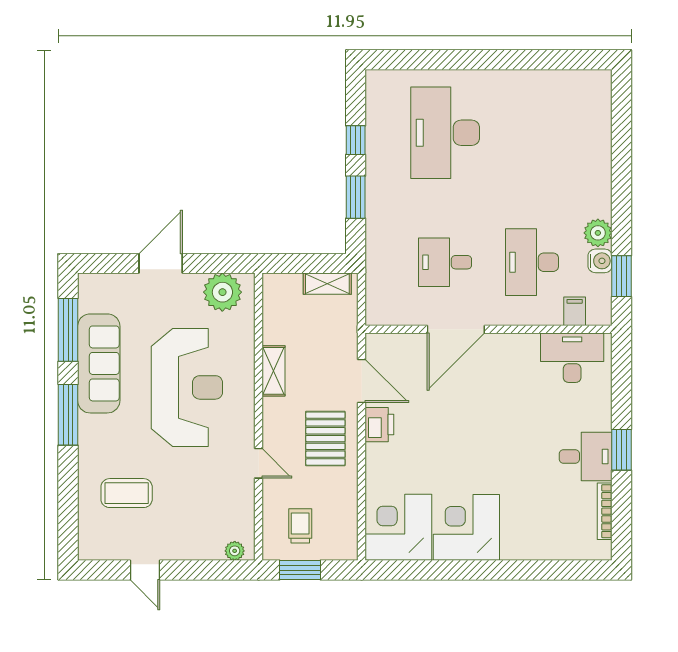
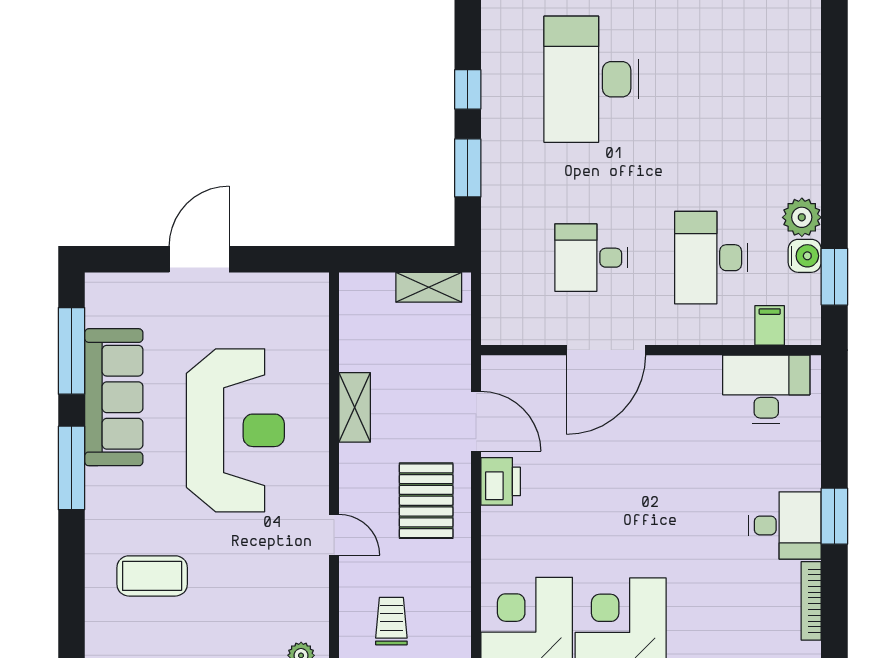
plant: (222, 292) -> (284, 299), removed

